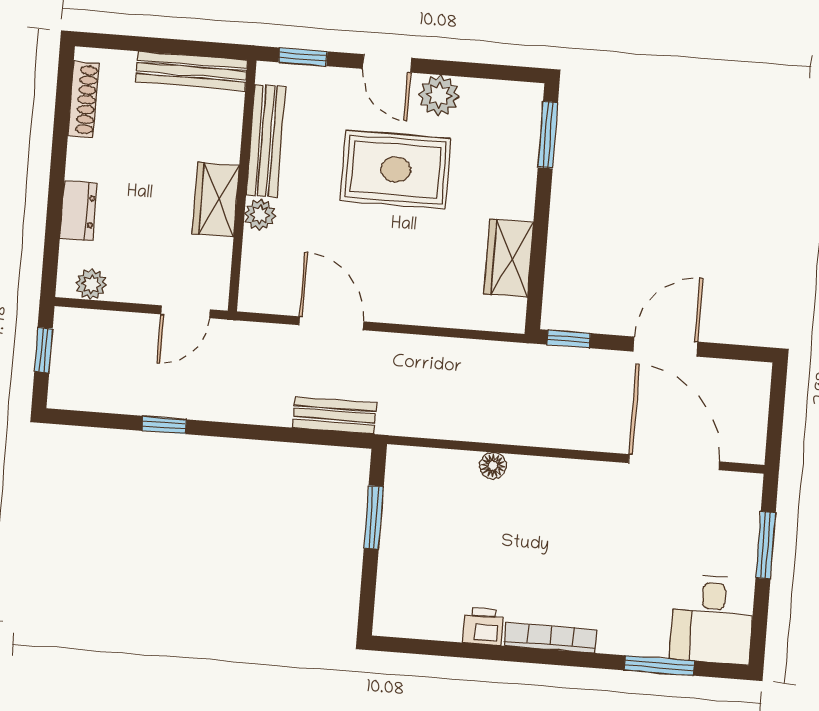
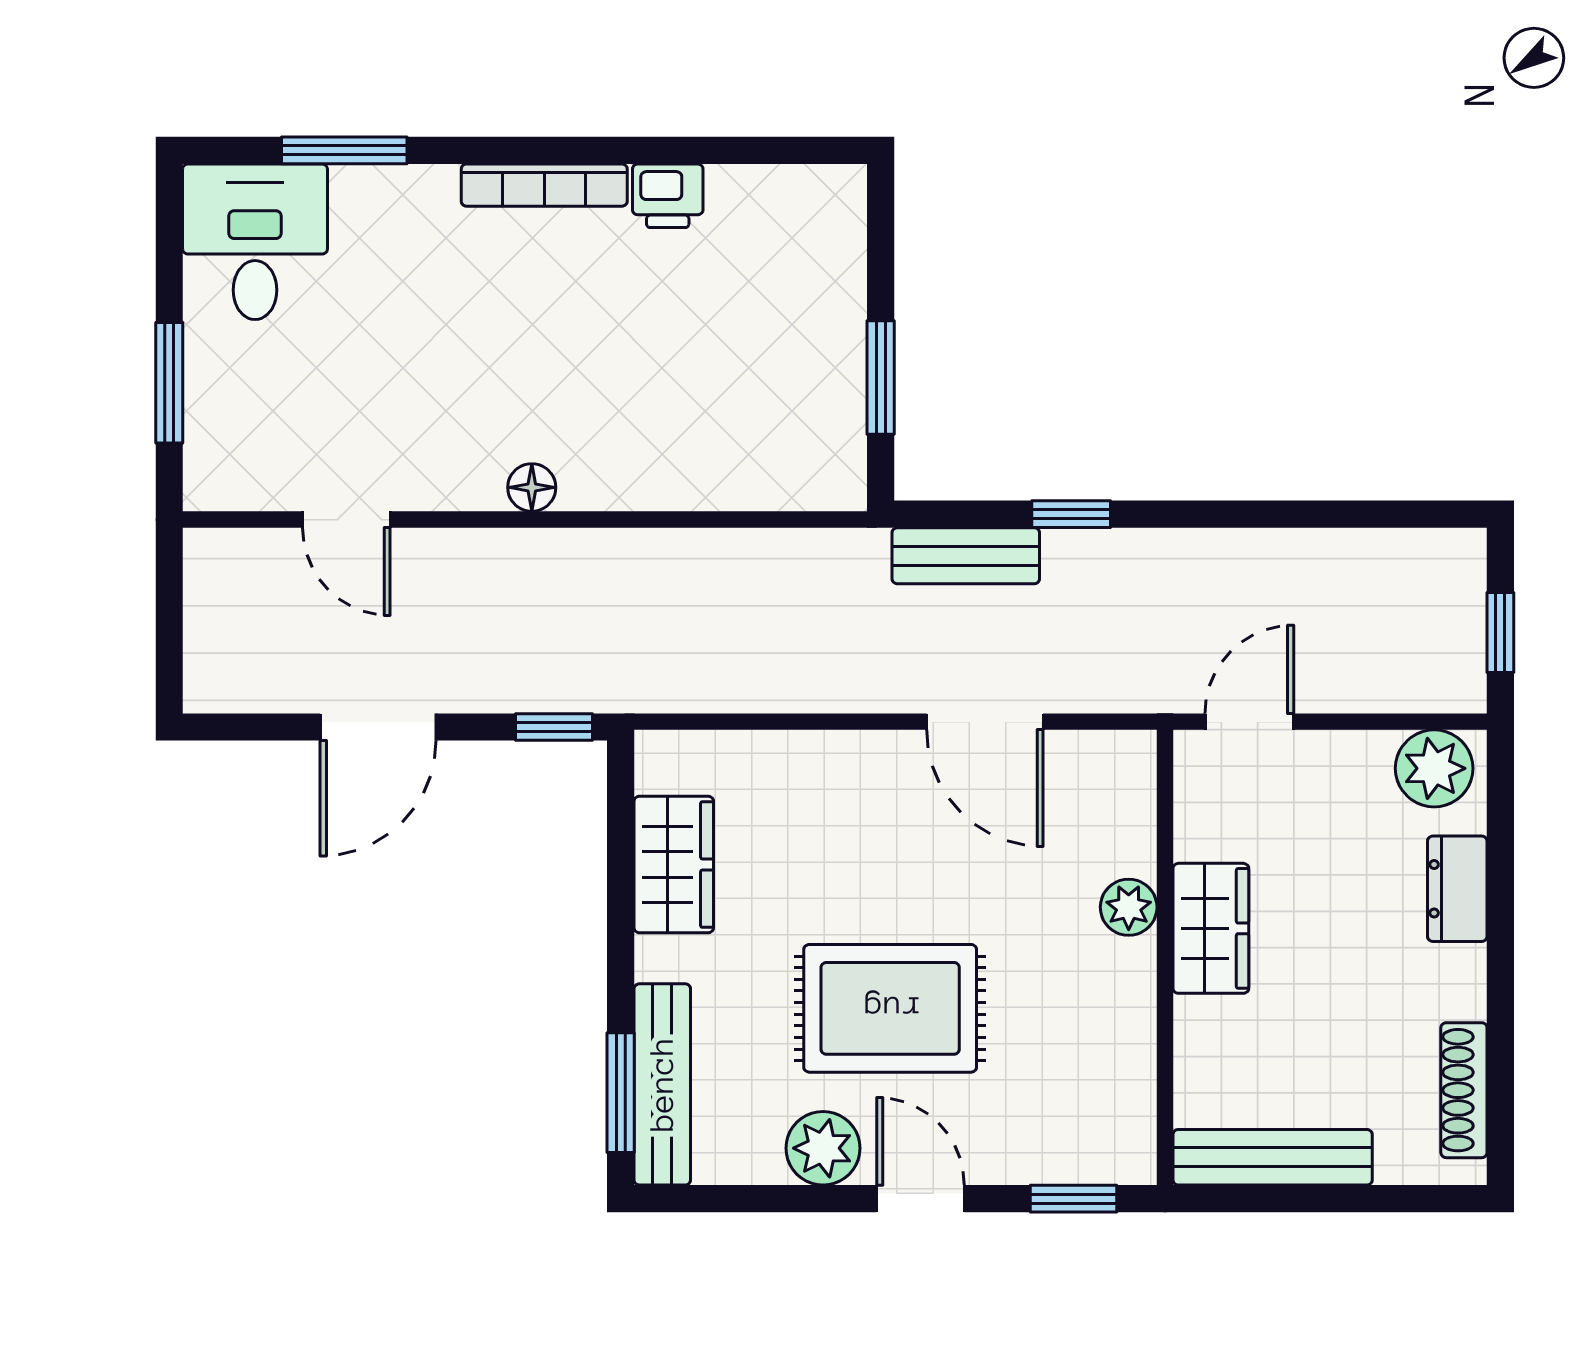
bench: (266, 141) -> (662, 1084), moved
plant: (91, 284) -> (1434, 768), width x1.38, depth x1.38
window: (164, 425) -> (1071, 514), moved
door: (674, 462) -> (346, 520), width x0.53
floor lamp: (493, 466) -> (532, 487), moved

